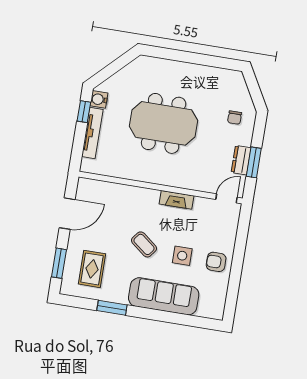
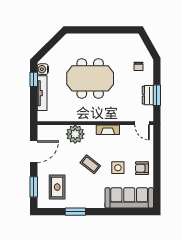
plant: (130, 198) -> (75, 134), added
door: (226, 198) -> (142, 123), swing flipped
sofa: (164, 296) -> (129, 198), moved

